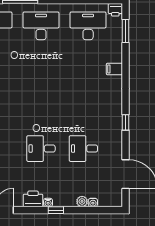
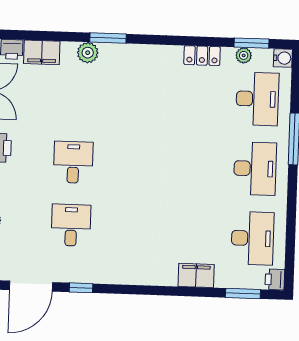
filing cabinet: (114, 69) -> (196, 275), width x2.00
window: (126, 122) -> (81, 288), moved

